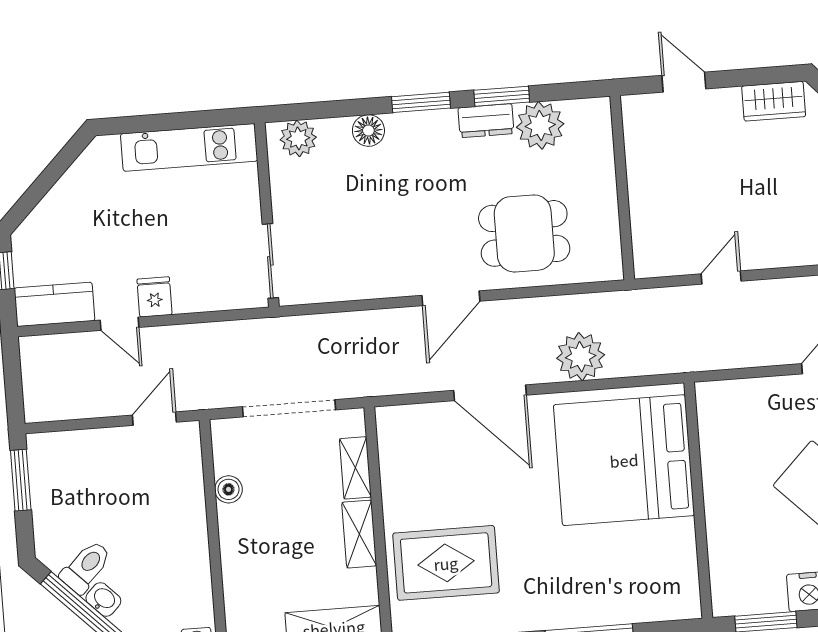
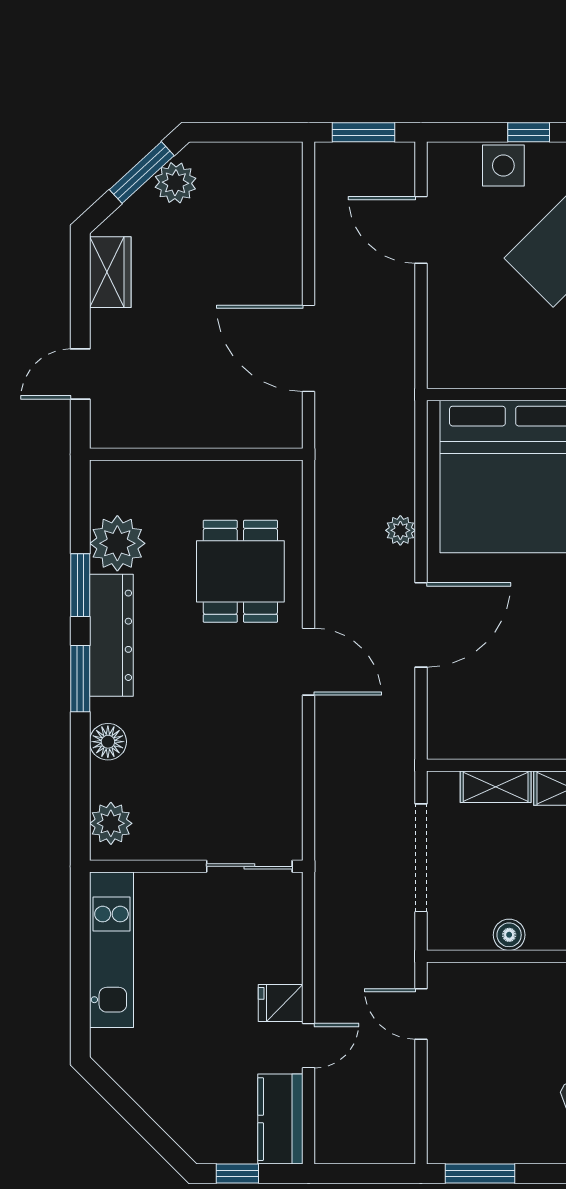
dresser: (486, 121) -> (111, 635), width x1.96, depth x1.24
door: (721, 278) -> (309, 348), width x1.87
plant: (581, 357) -> (400, 530), width x0.53, depth x0.53

